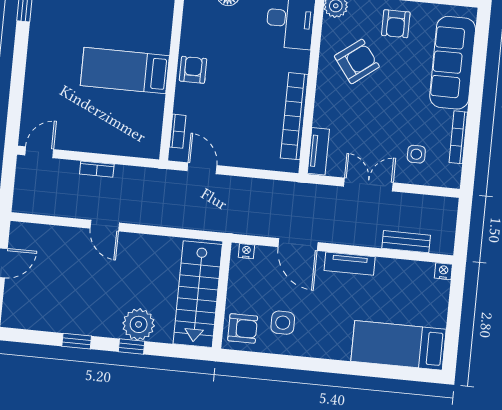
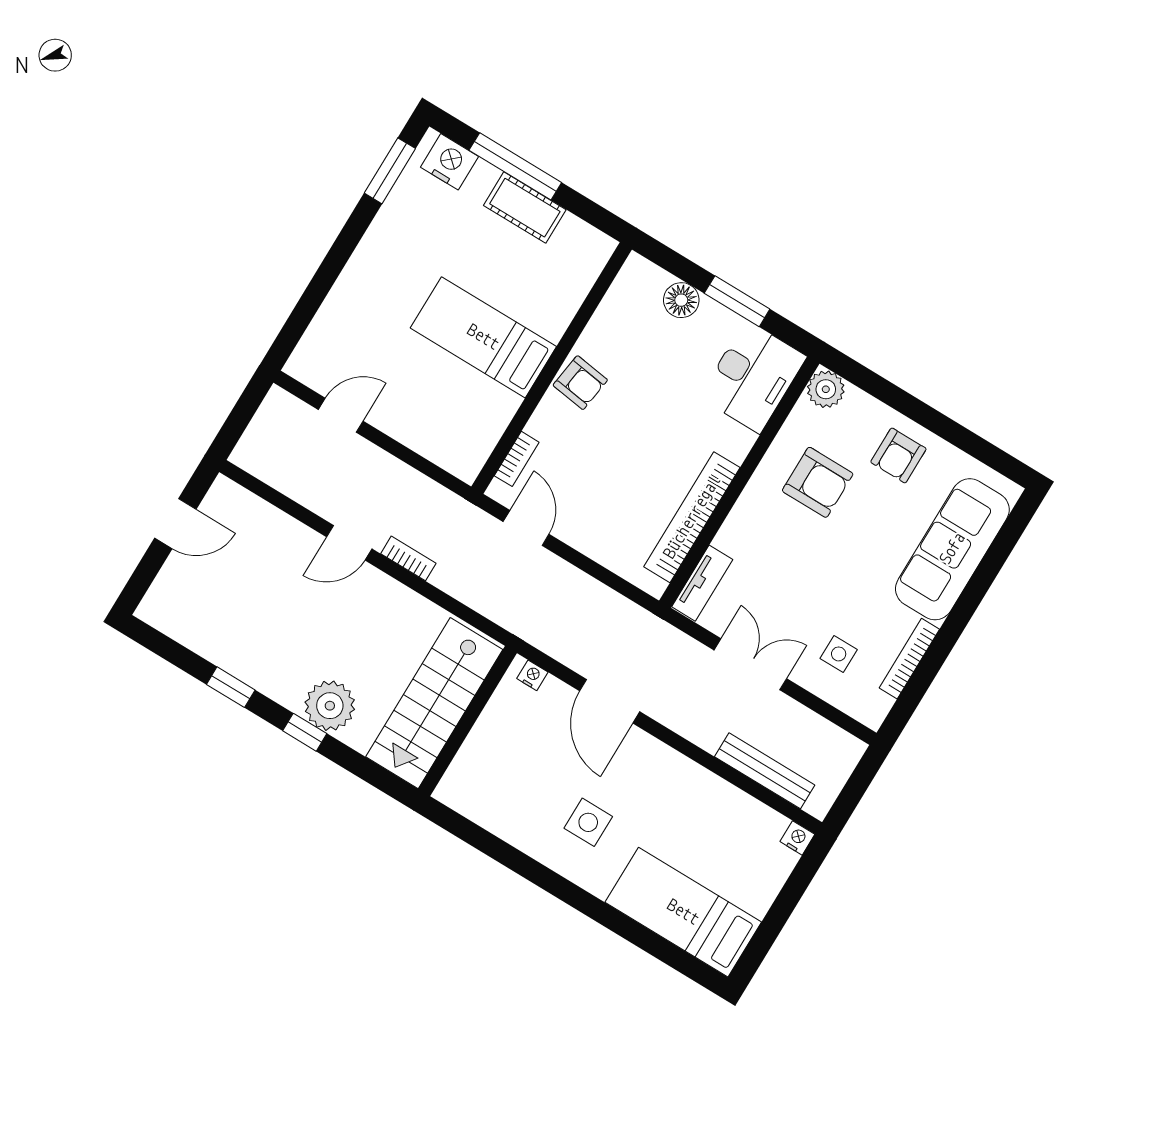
armchair: (357, 61) -> (818, 482), turned 37
armchair: (193, 70) -> (580, 383), turned 98
door: (39, 152) -> (341, 415), moved
bookcase: (97, 169) -> (408, 558), moved, turned 180
door: (105, 226) -> (349, 543), hinge flipped
bench: (406, 242) -> (765, 771), width x1.36
tv unit: (350, 264) -> (670, 763), removed
side table: (283, 323) -> (588, 822), moved
armchair: (243, 328) -> (474, 782), removed

